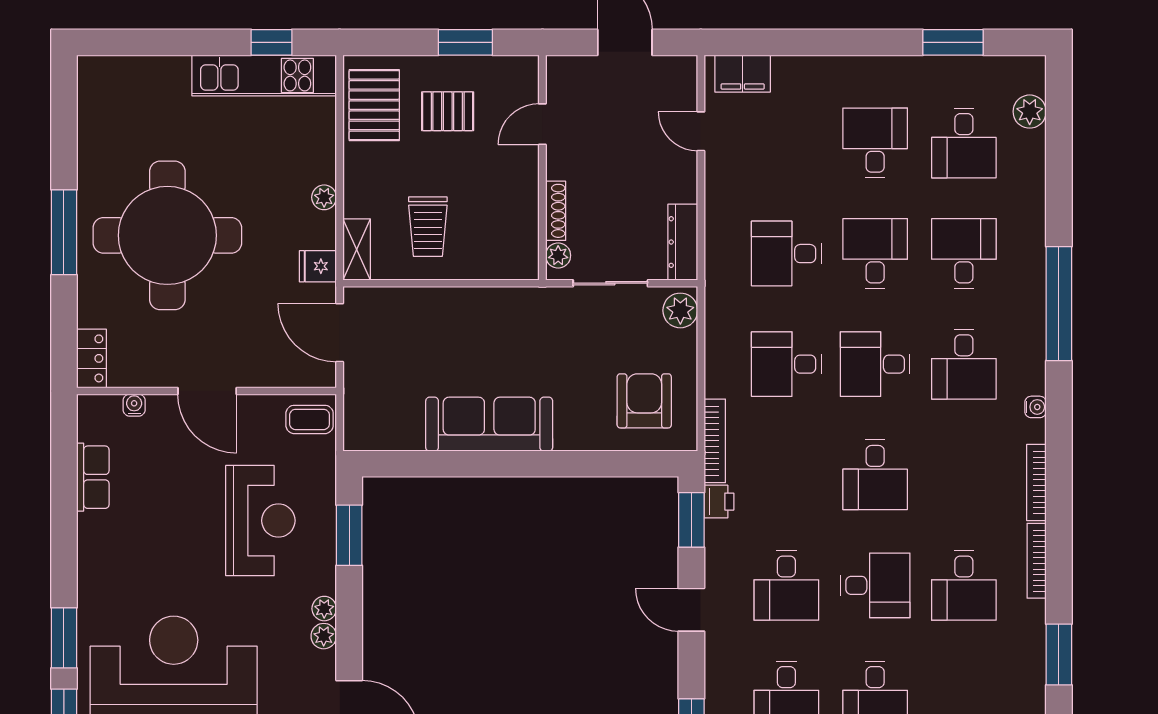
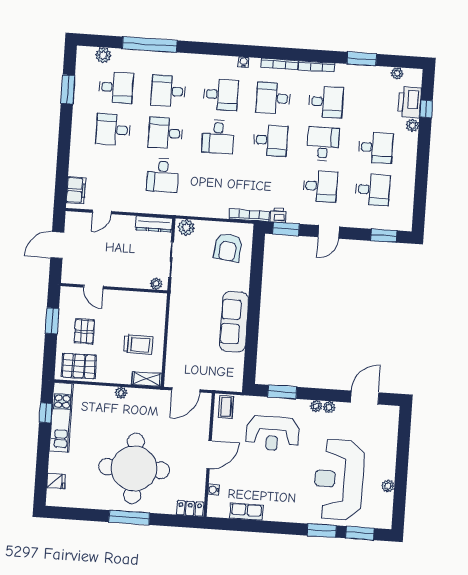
shoe rack: (556, 211) -> (135, 283), removed
fridge: (318, 266) -> (56, 481), moved, turned -90
window: (1059, 304) -> (150, 44), moved
desk: (786, 364) -> (273, 98), moved, turned 90
armchair: (644, 401) -> (228, 247), turned -84
reception desk: (260, 521) -> (272, 434), turned 180

